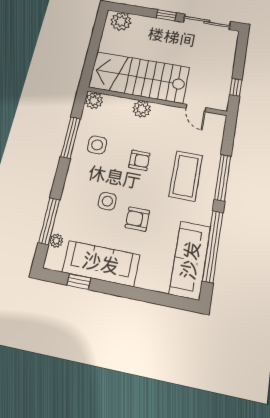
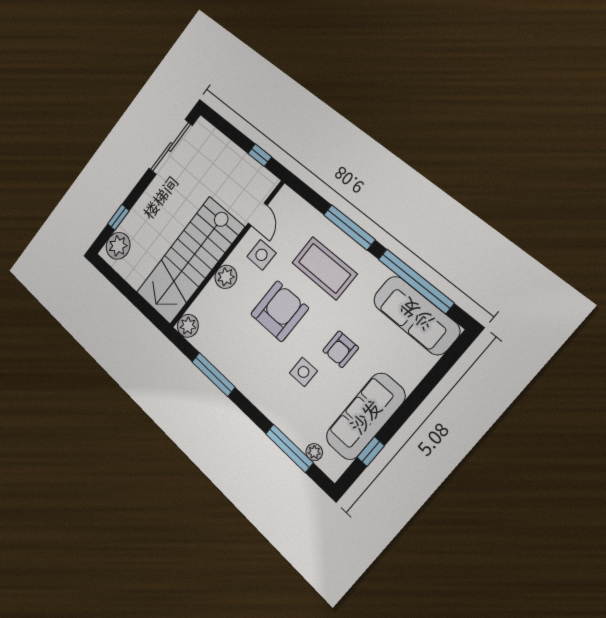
window: (166, 15) -> (118, 217), moved
door: (196, 108) -> (258, 214), hinge flipped
side table: (97, 145) -> (261, 255), moved
armchair: (139, 160) -> (279, 311), width x1.88, depth x1.88

